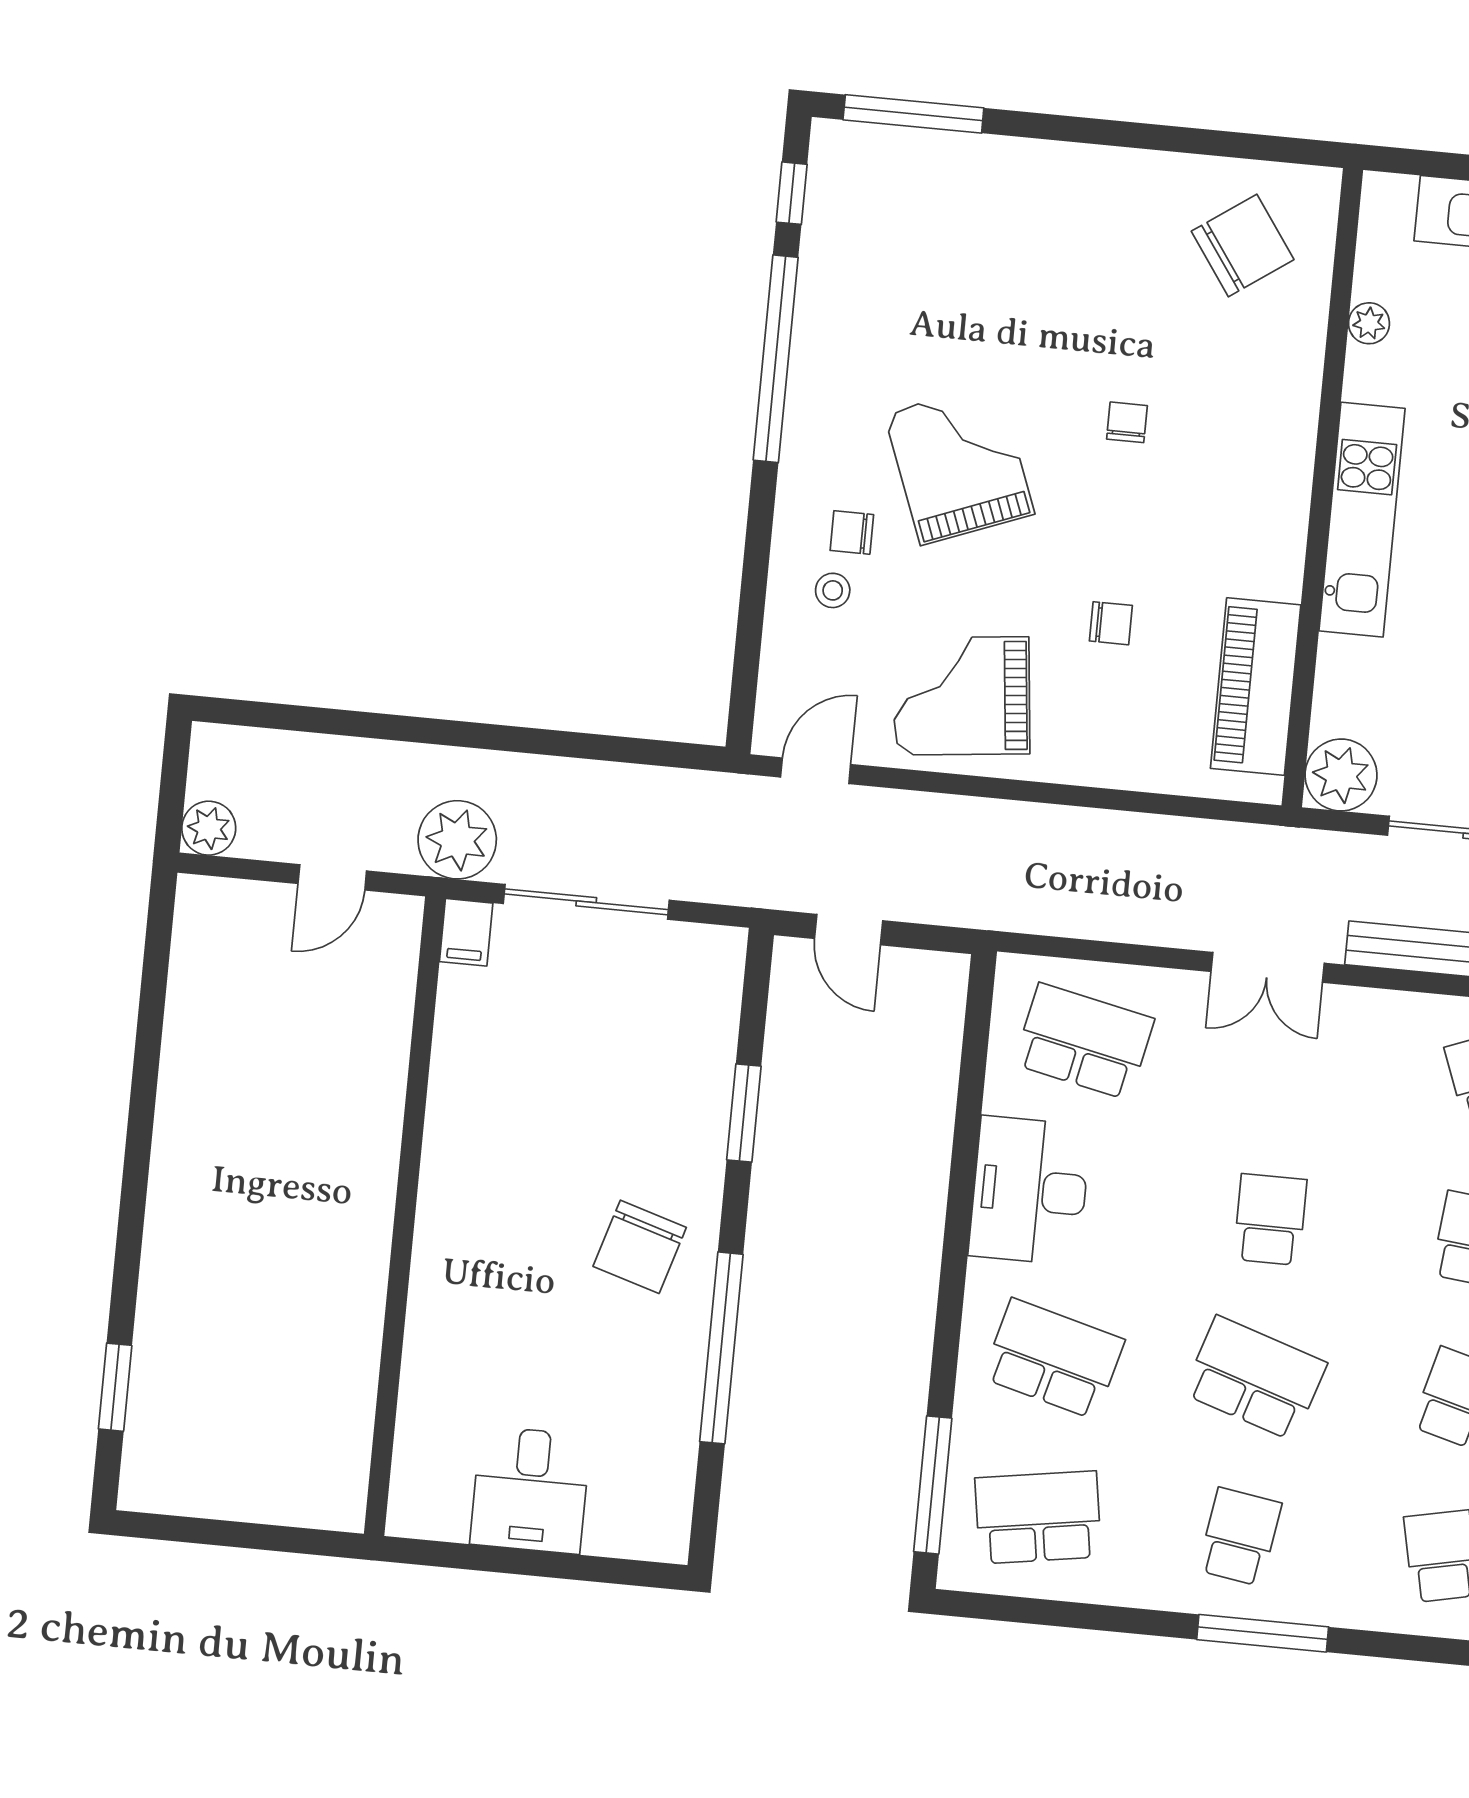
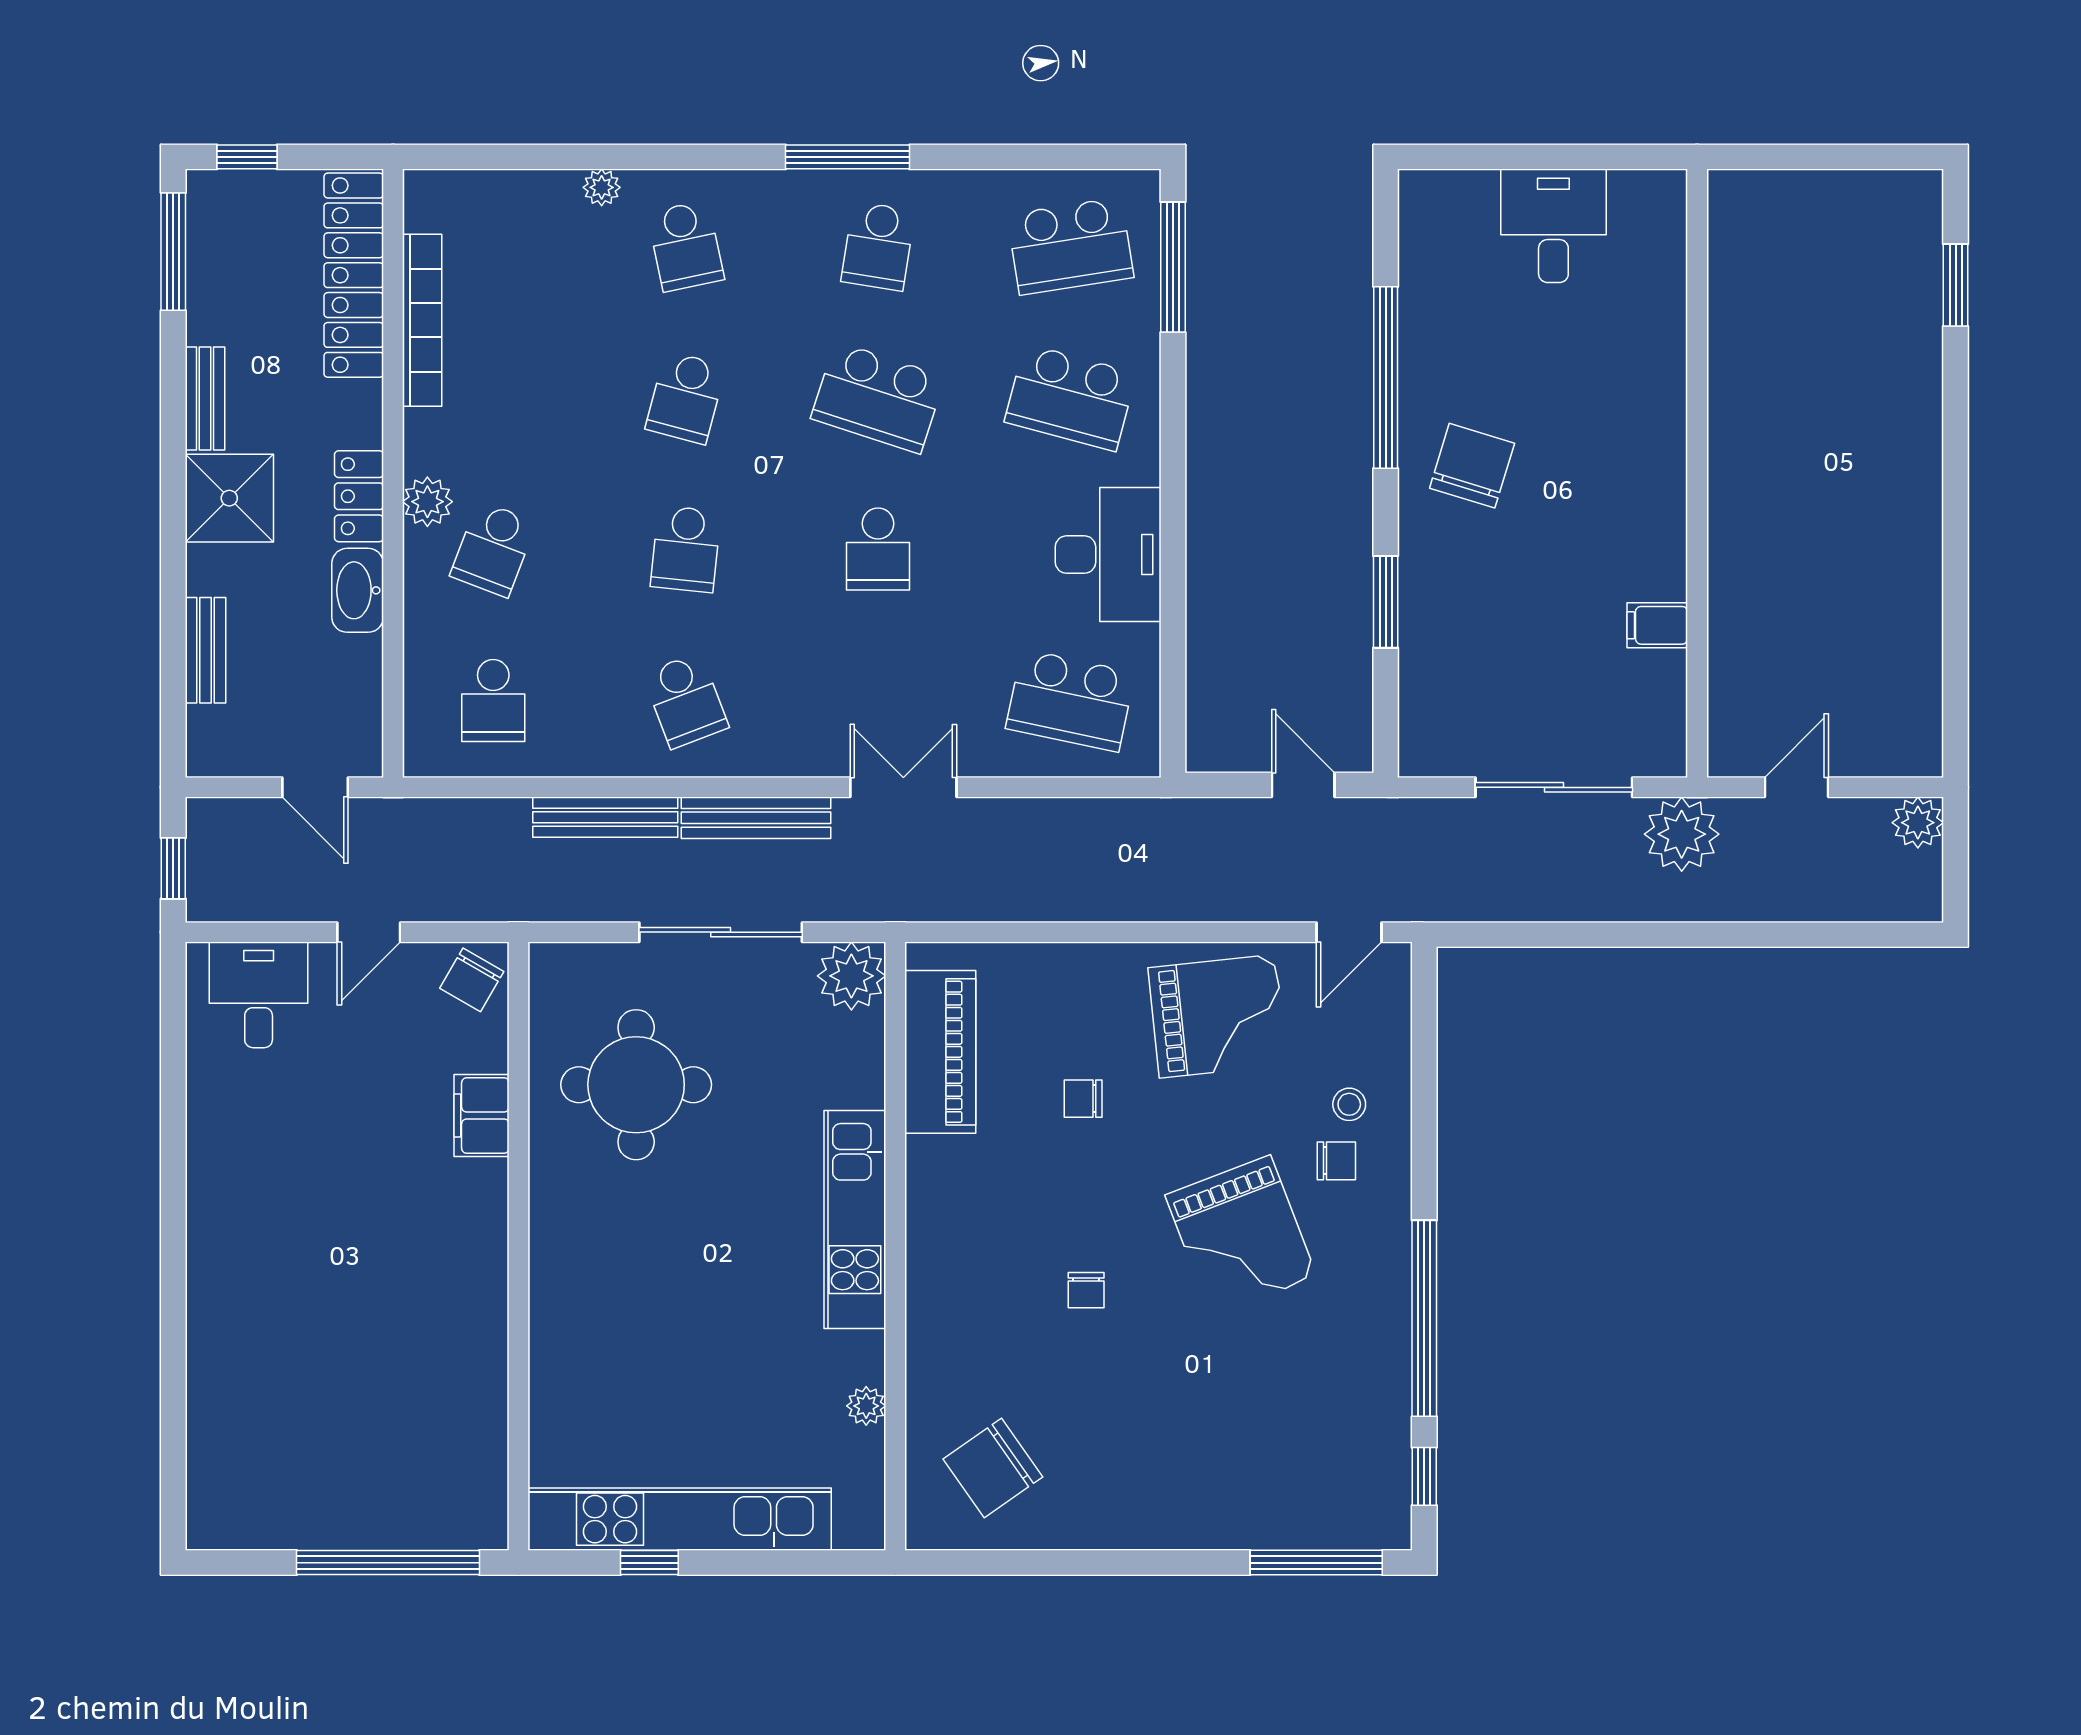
filing cabinet: (466, 932) -> (1657, 625), moved, turned -90

